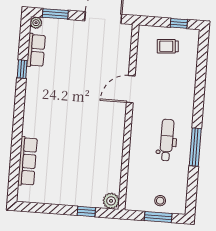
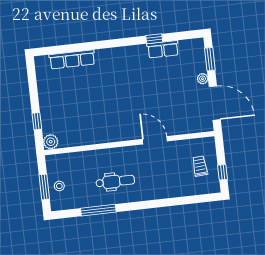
plant: (36, 23) -> (203, 79), moved
row of seats: (36, 50) -> (163, 49), moved
window: (195, 147) -> (98, 210), moved

